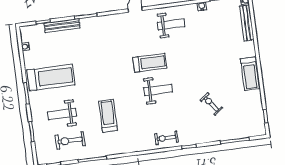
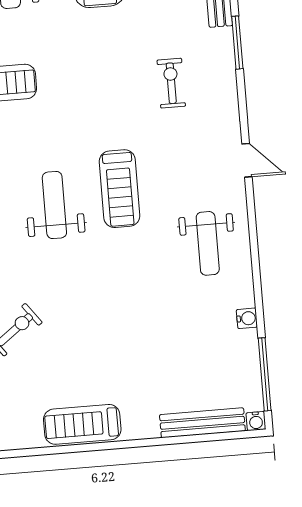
exercise bike: (104, 43) -> (171, 83), added
weight bench: (158, 90) -> (54, 205), turned 180

